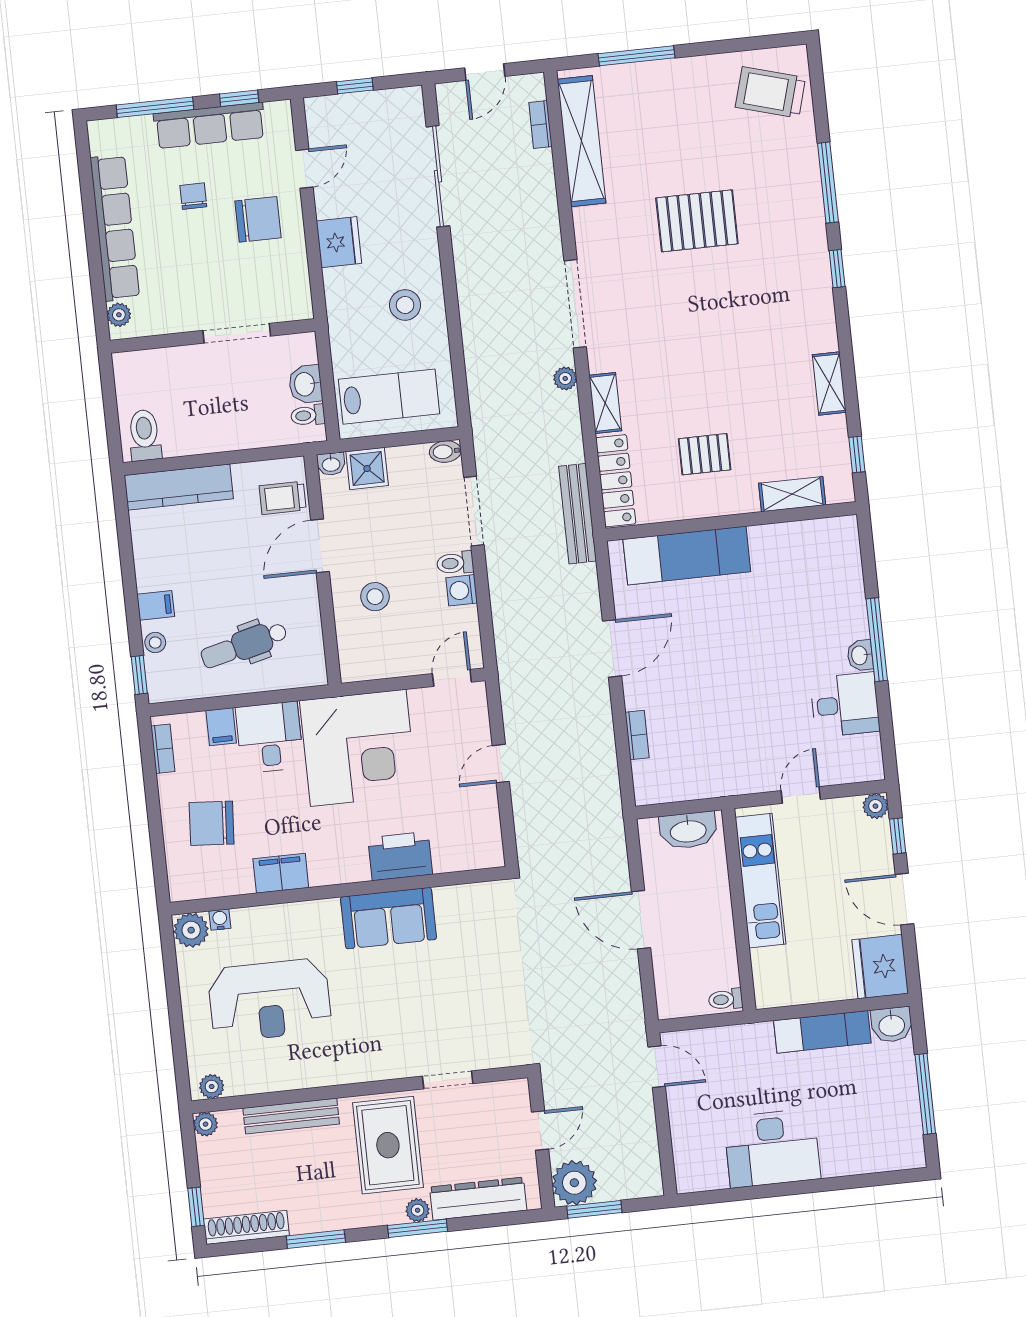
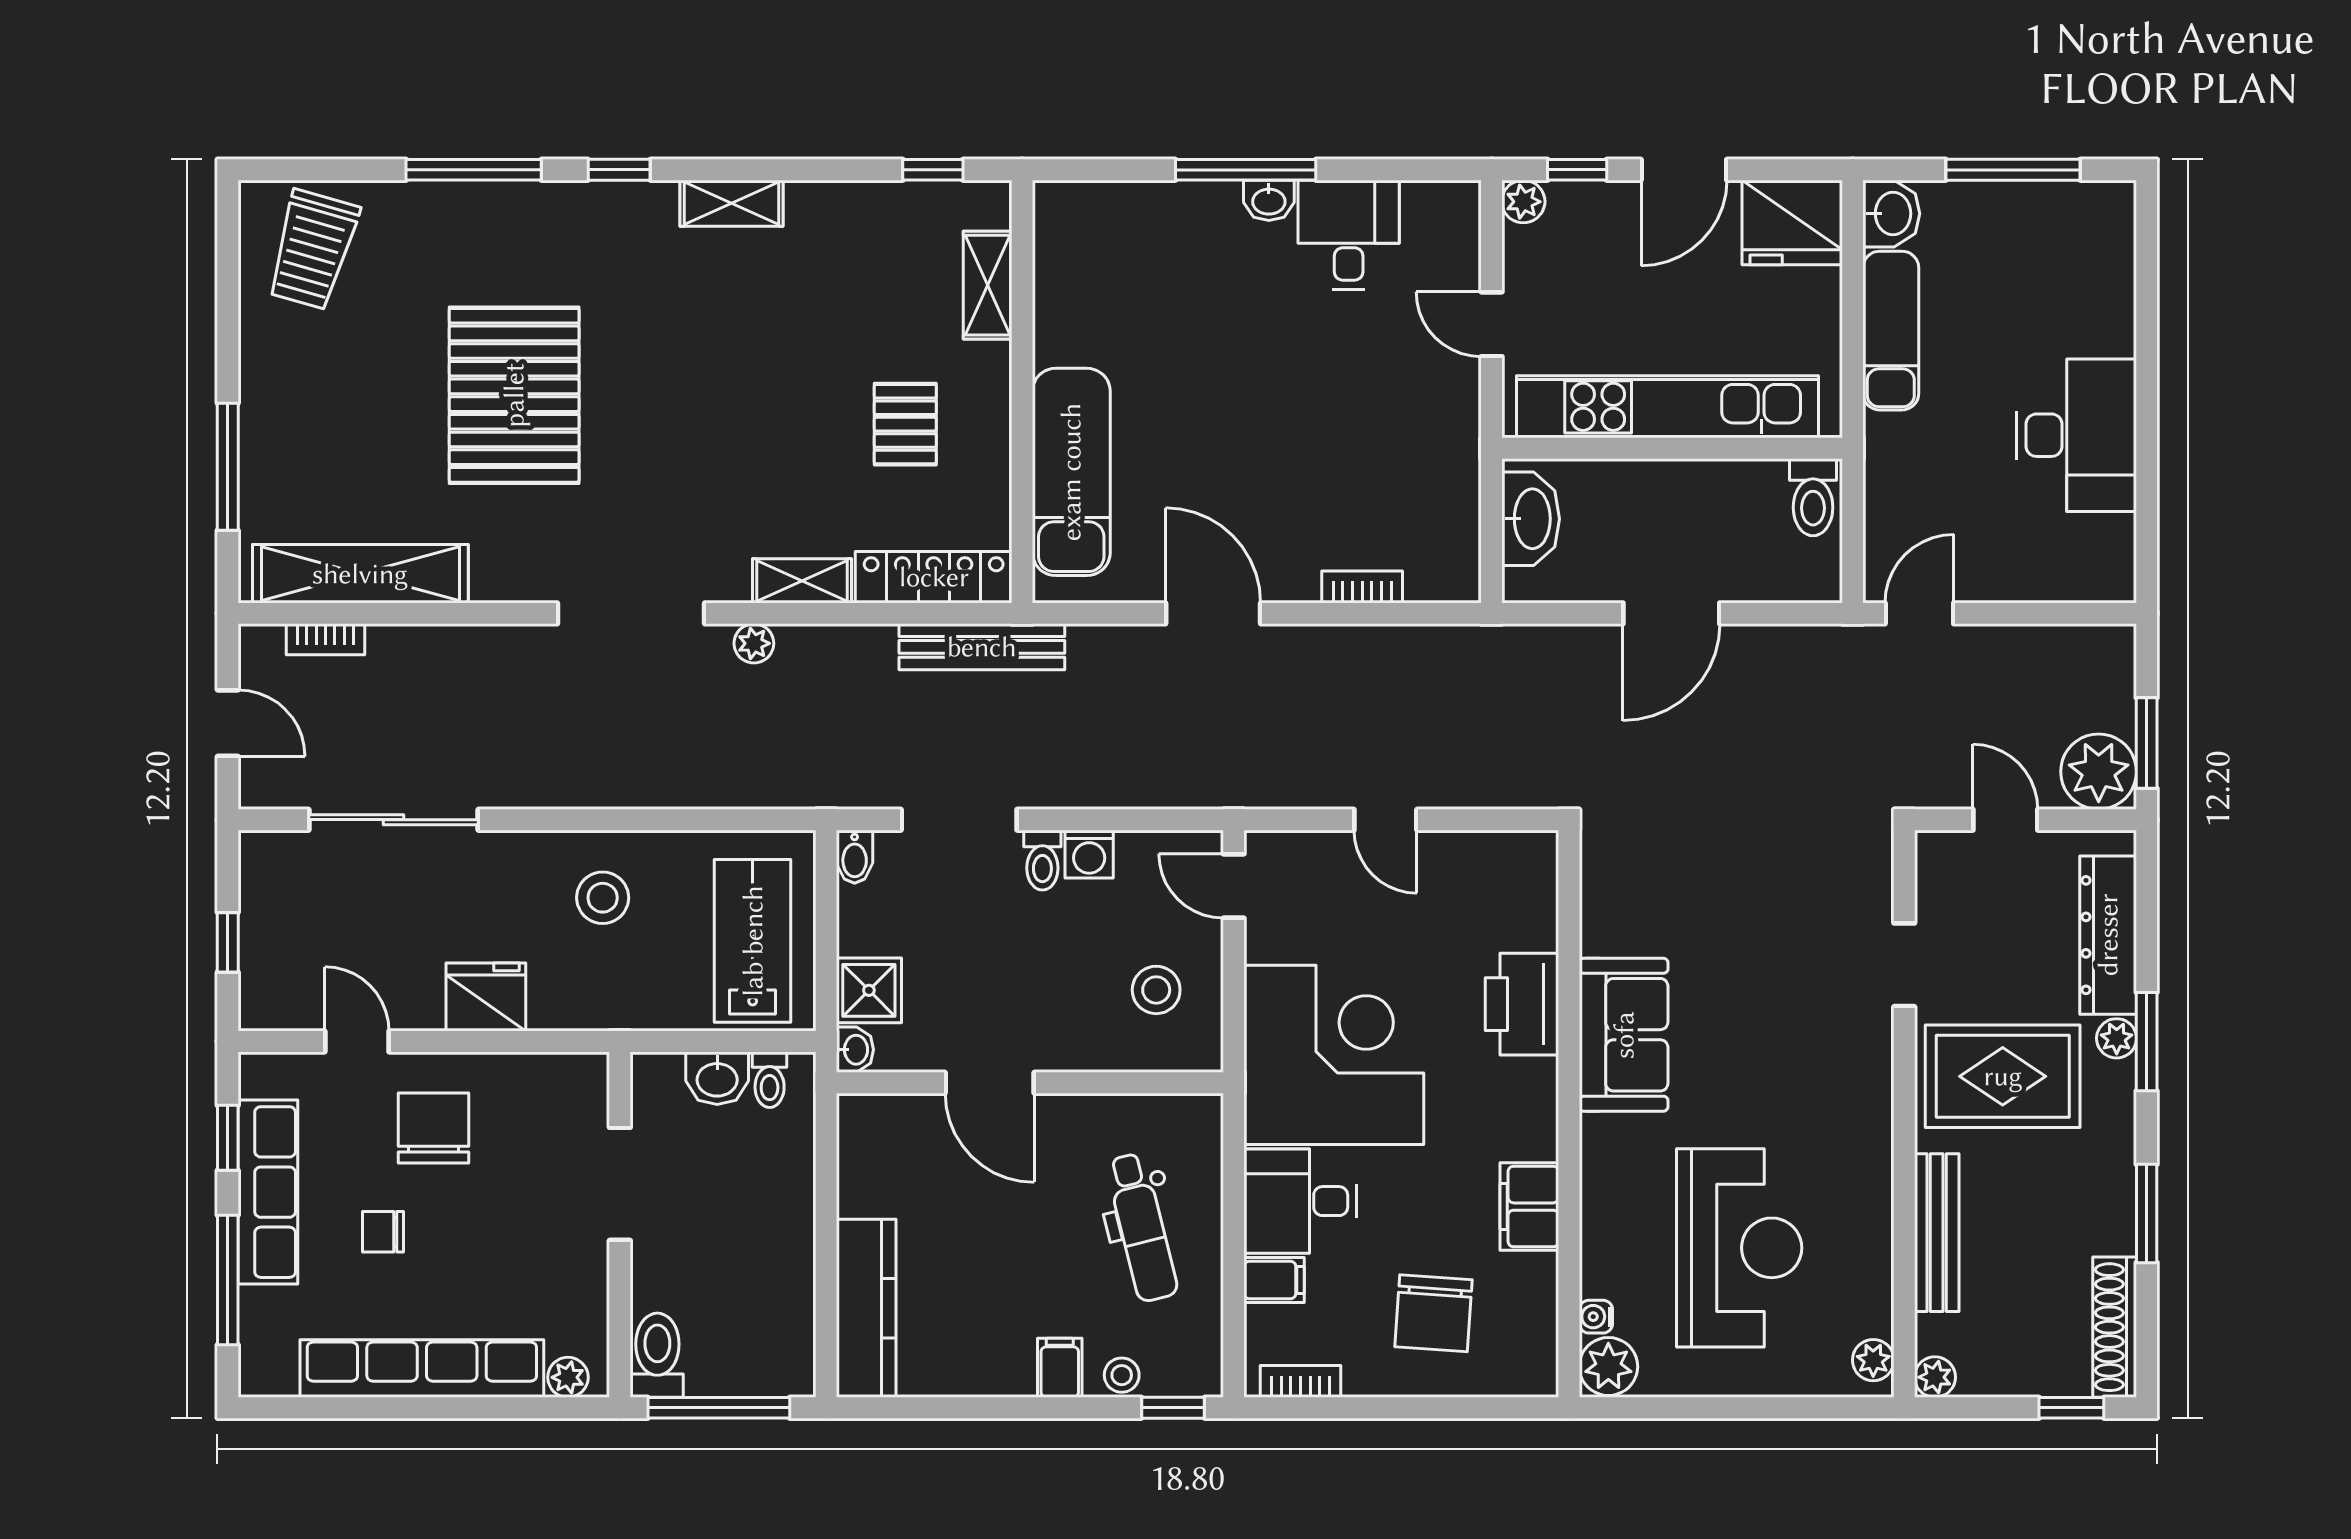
pallet: (697, 221) -> (514, 395), width x1.37, depth x1.41
shelving: (829, 383) -> (731, 203), moved
window: (110, 406) -> (719, 1408), added
toilet: (145, 435) -> (657, 1355), moved, turned 90
trolley: (283, 498) -> (903, 1137), removed
stool: (375, 597) -> (1156, 990), moved
kitchen unit: (761, 881) -> (1668, 407), width x1.36
toilet: (725, 999) -> (1813, 497), width x1.37, depth x1.39

